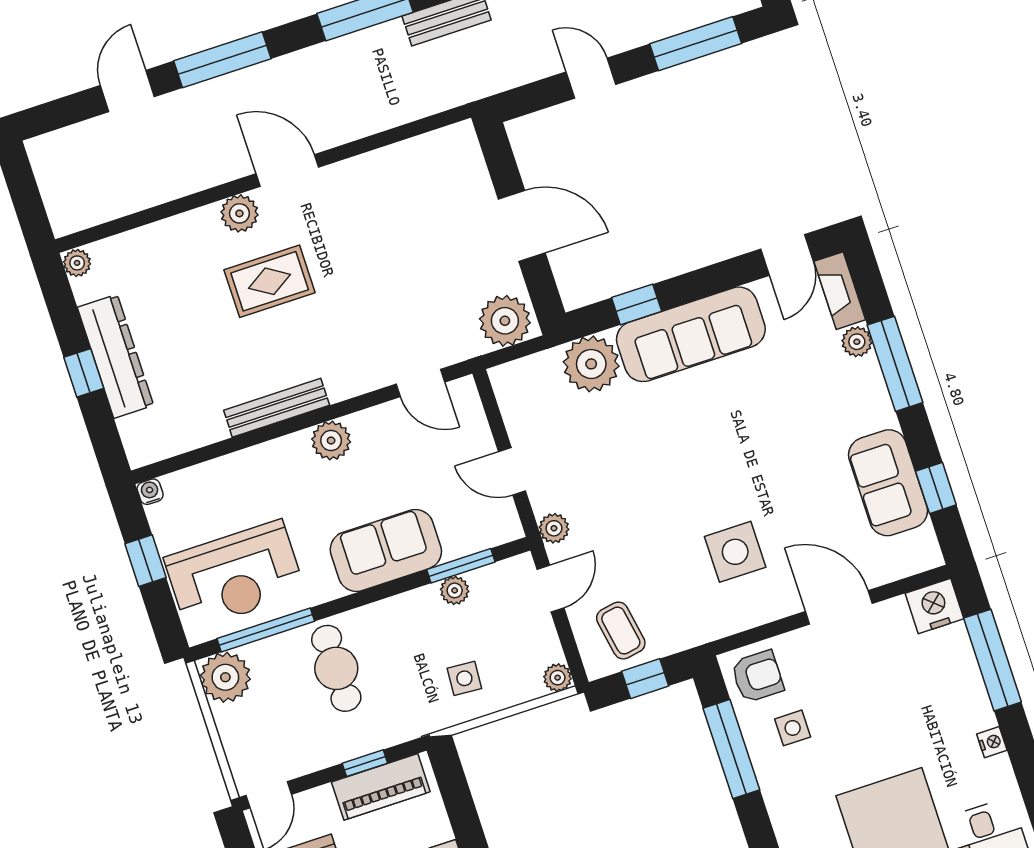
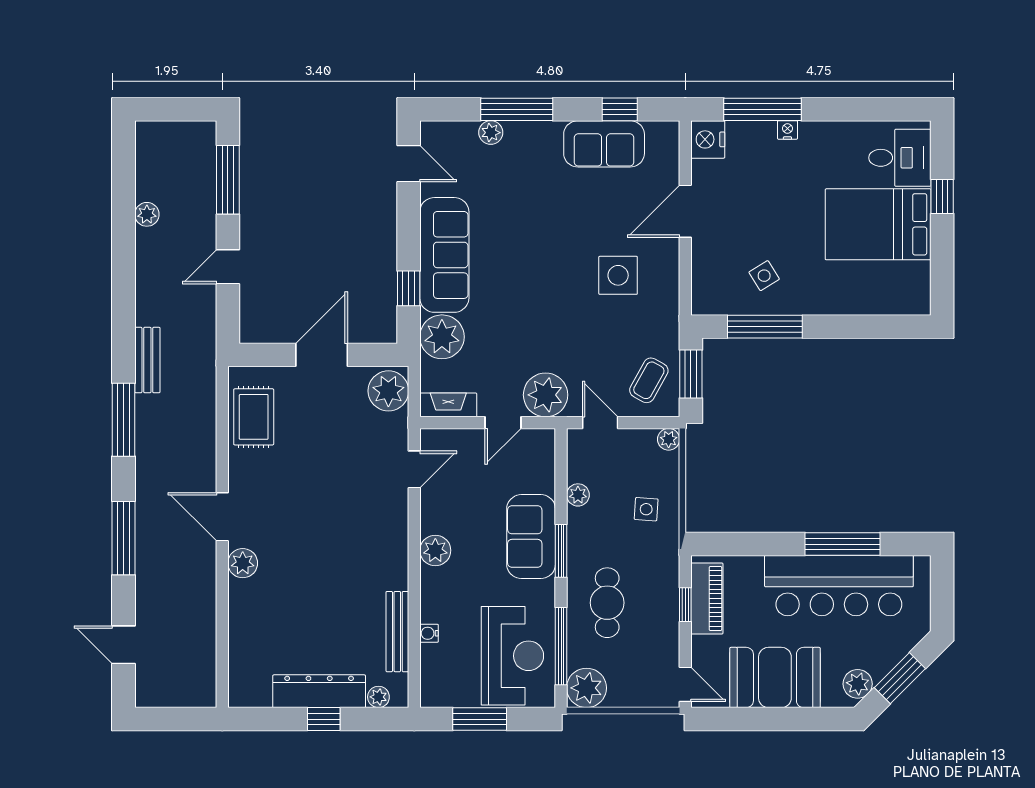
door: (127, 91) -> (123, 645), moved
door: (287, 170) -> (222, 517), hinge flipped
plant: (77, 263) -> (378, 697), moved
rug: (270, 281) -> (254, 417), moved
fireplace: (840, 291) -> (448, 405), moved, turned 180
bench: (277, 408) -> (397, 632), moved
water cooler: (150, 492) -> (429, 633), moved
plant: (554, 528) -> (546, 395), width x1.87, depth x1.87
window: (145, 561) -> (480, 719), width x1.50
window: (461, 566) -> (561, 551), moved
coffee table: (621, 631) -> (649, 380), turned -51
cafe table: (336, 668) -> (607, 603), turned 90
armchair: (757, 676) -> (717, 289), removed
window: (645, 679) -> (691, 374), width x1.50
side table: (793, 728) -> (764, 276), turned -32
nightstand: (992, 742) -> (787, 130), moved

